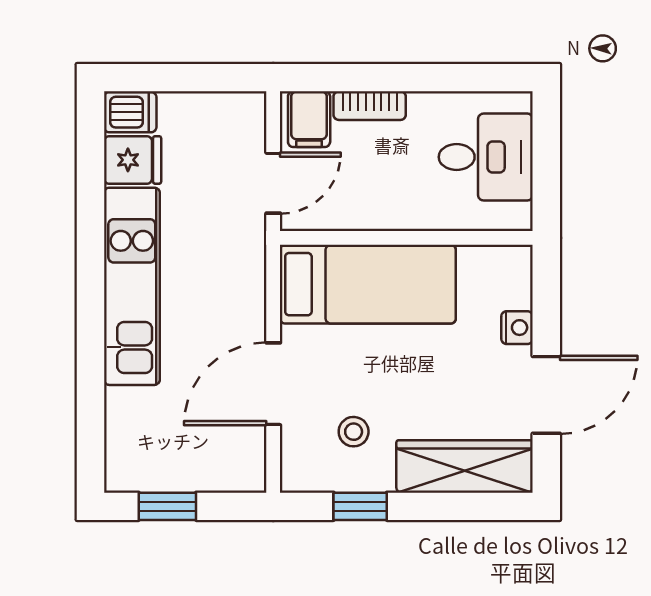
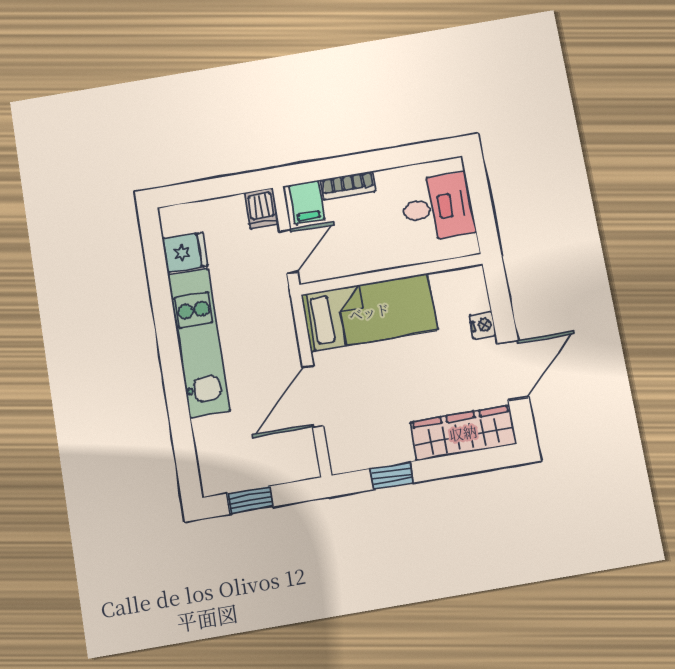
dishwasher: (130, 112) -> (262, 209), moved, turned 90
stool: (354, 432) -> (378, 421), removed

